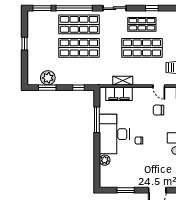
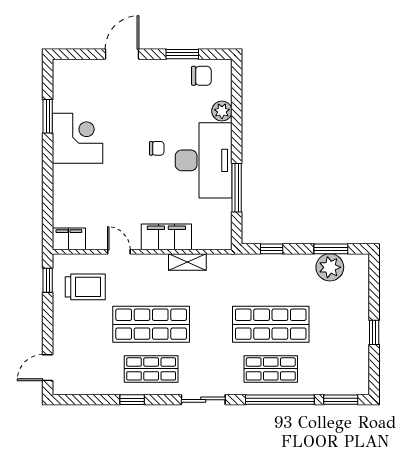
shop shelf: (79, 24) -> (271, 369), width x0.70, depth x0.74
filing cabinet: (119, 94) -> (166, 237), moved
chair: (158, 110) -> (201, 76), moved

